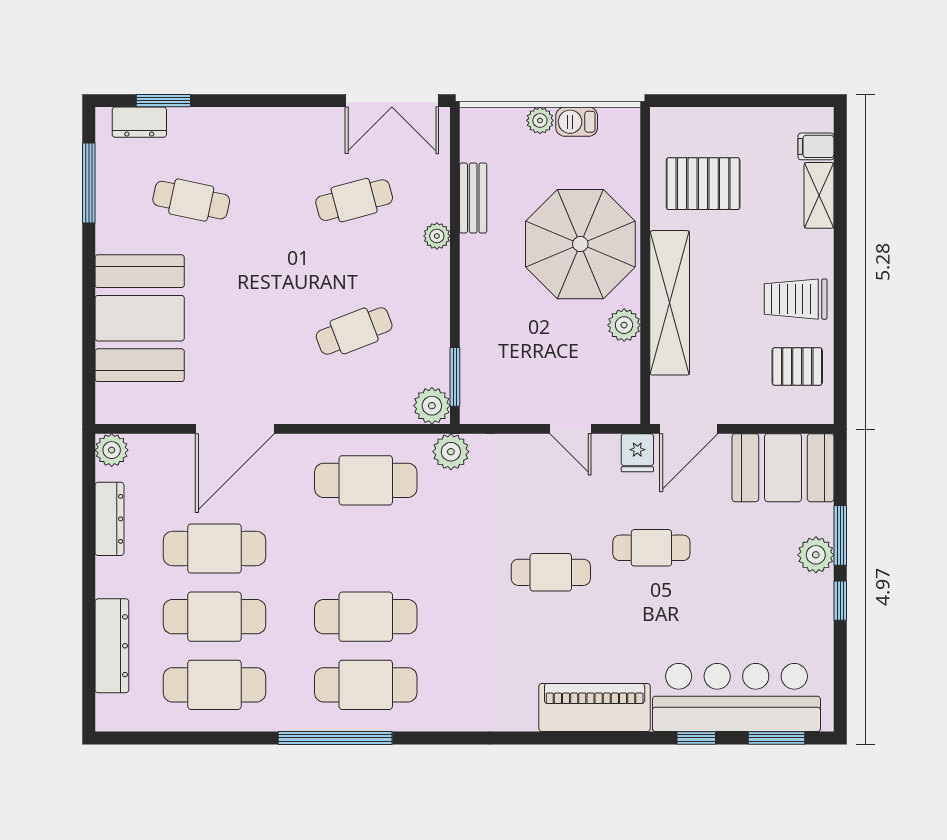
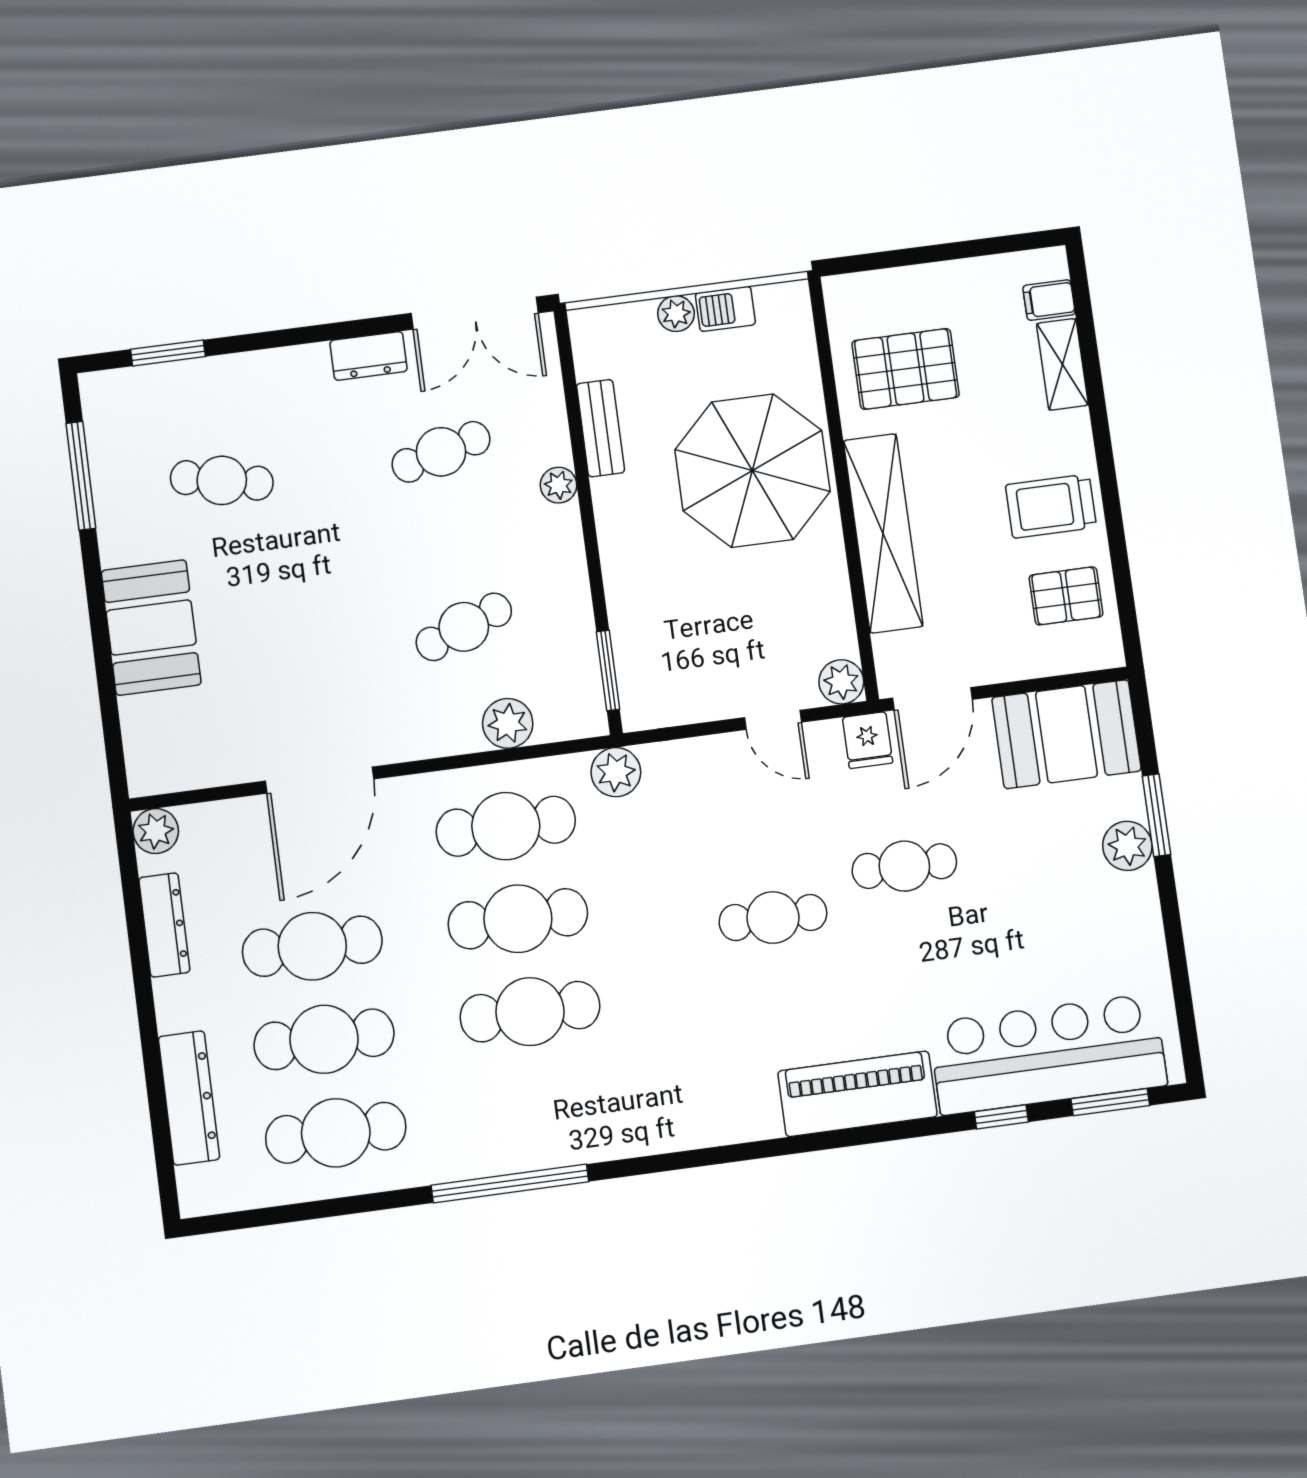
dresser: (139, 122) -> (369, 356), moved
booth: (140, 318) -> (151, 628), width x0.73, depth x0.70
plant: (624, 325) -> (841, 682), moved
plant: (432, 406) -> (508, 723), moved
window: (840, 601) -> (1169, 903), removed
cafe table: (366, 685) -> (518, 919), moved

